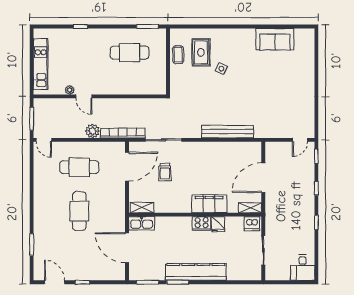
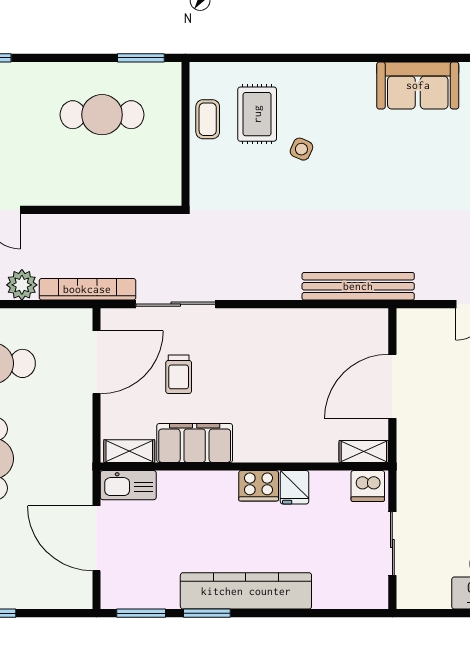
bench: (228, 132) -> (358, 286), moved
filing cabinet: (209, 204) -> (195, 443), moved

